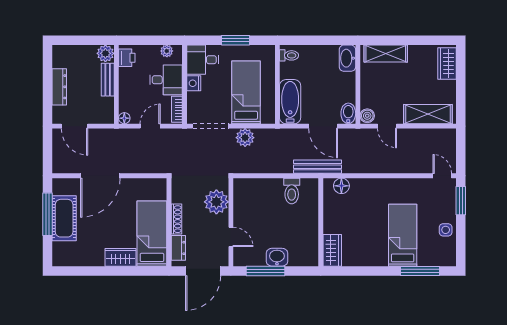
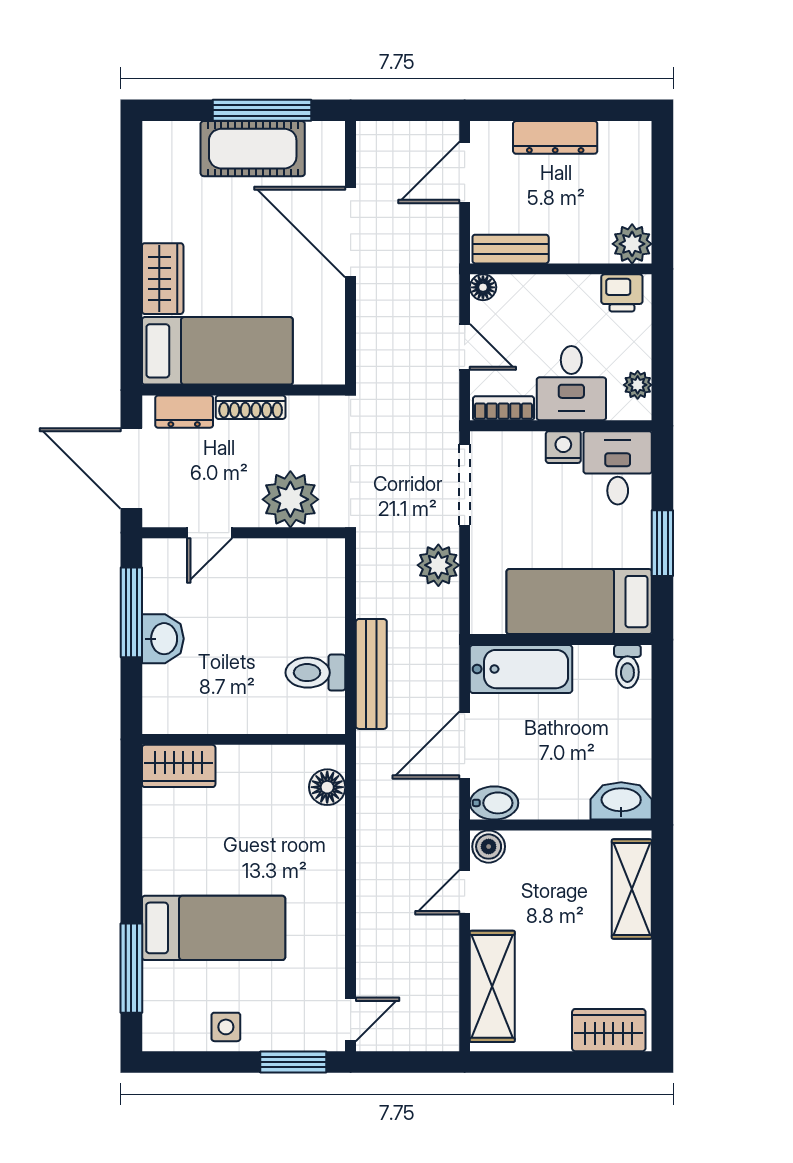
bench: (108, 80) -> (511, 249), moved
bed: (246, 92) -> (579, 602), moved, turned 180
bench: (317, 167) -> (371, 674), moved

